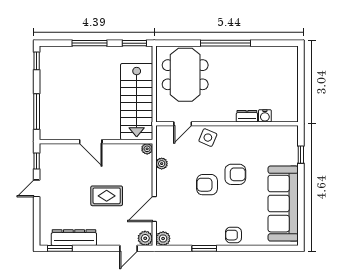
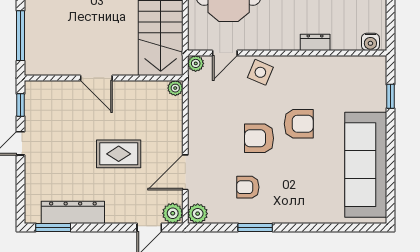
water cooler: (265, 116) -> (370, 42), moved
plant: (162, 164) -> (196, 63), moved
armchair: (233, 235) -> (248, 187), moved

